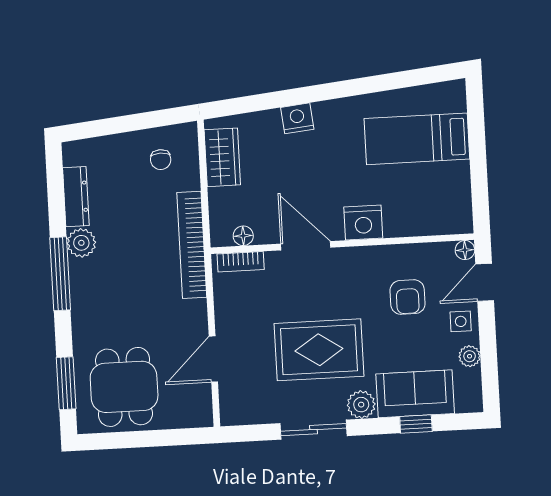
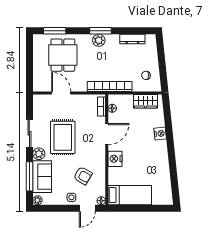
bed: (417, 139) -> (130, 195), moved, turned 90
plant: (81, 243) -> (99, 40), moved
window: (60, 274) -> (100, 31), width x0.69
door: (485, 282) -> (87, 208), swing flipped
armchair: (408, 297) -> (83, 176), turned -150
plant: (470, 356) -> (37, 200), moved
dining table: (124, 387) -> (63, 55), moved, turned 90
window: (416, 424) -> (29, 176), width x2.17

